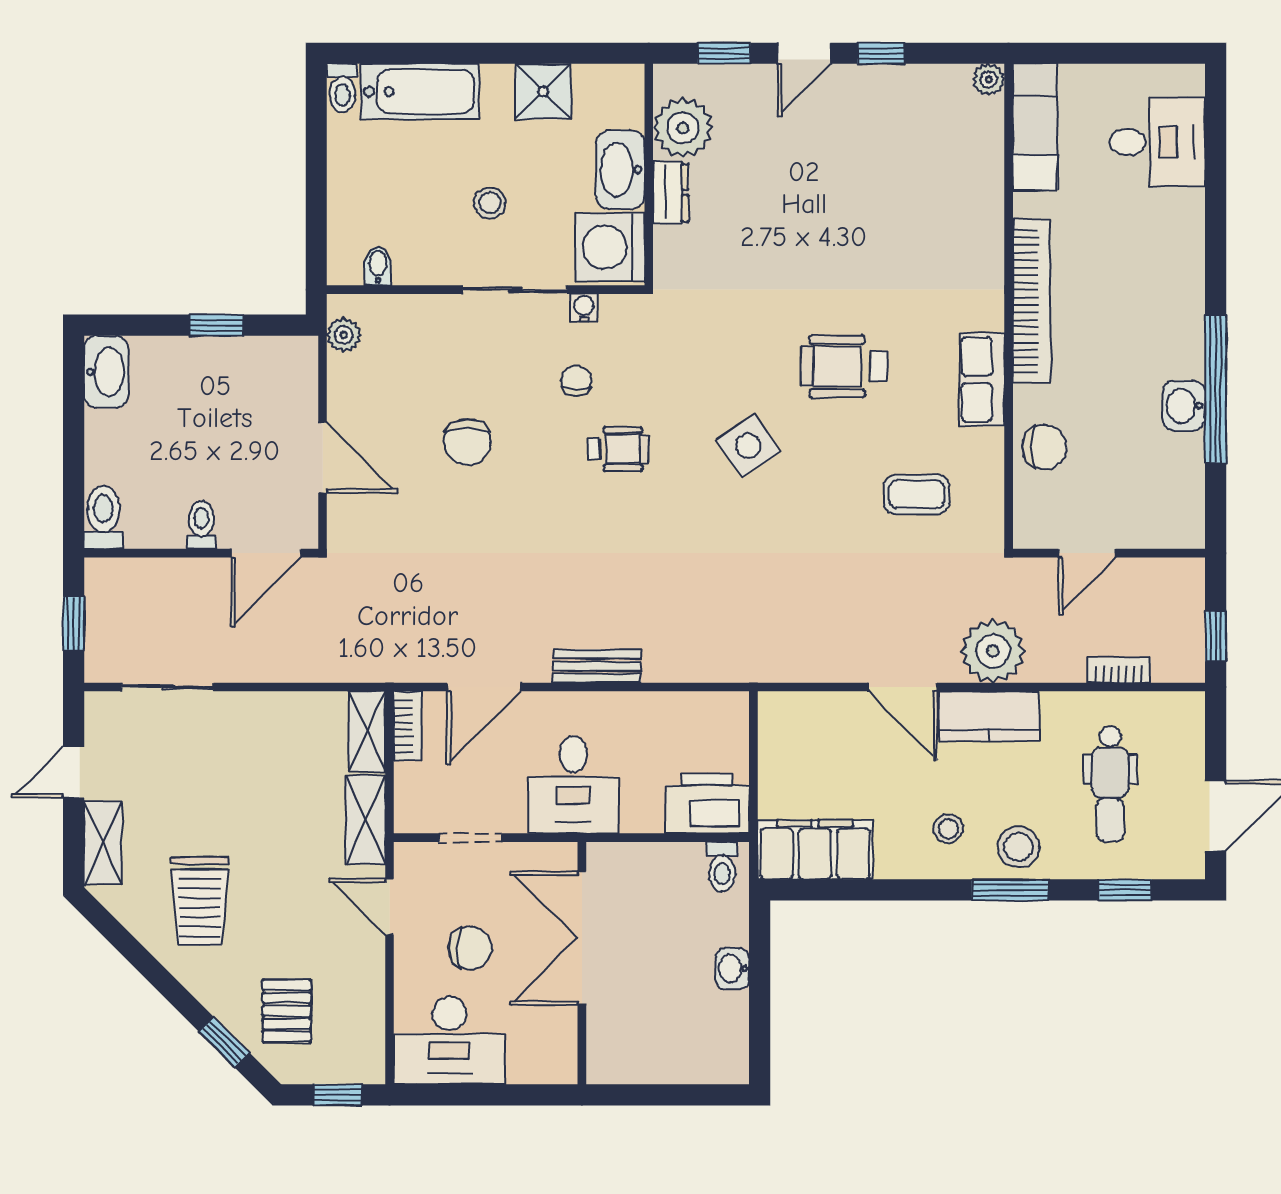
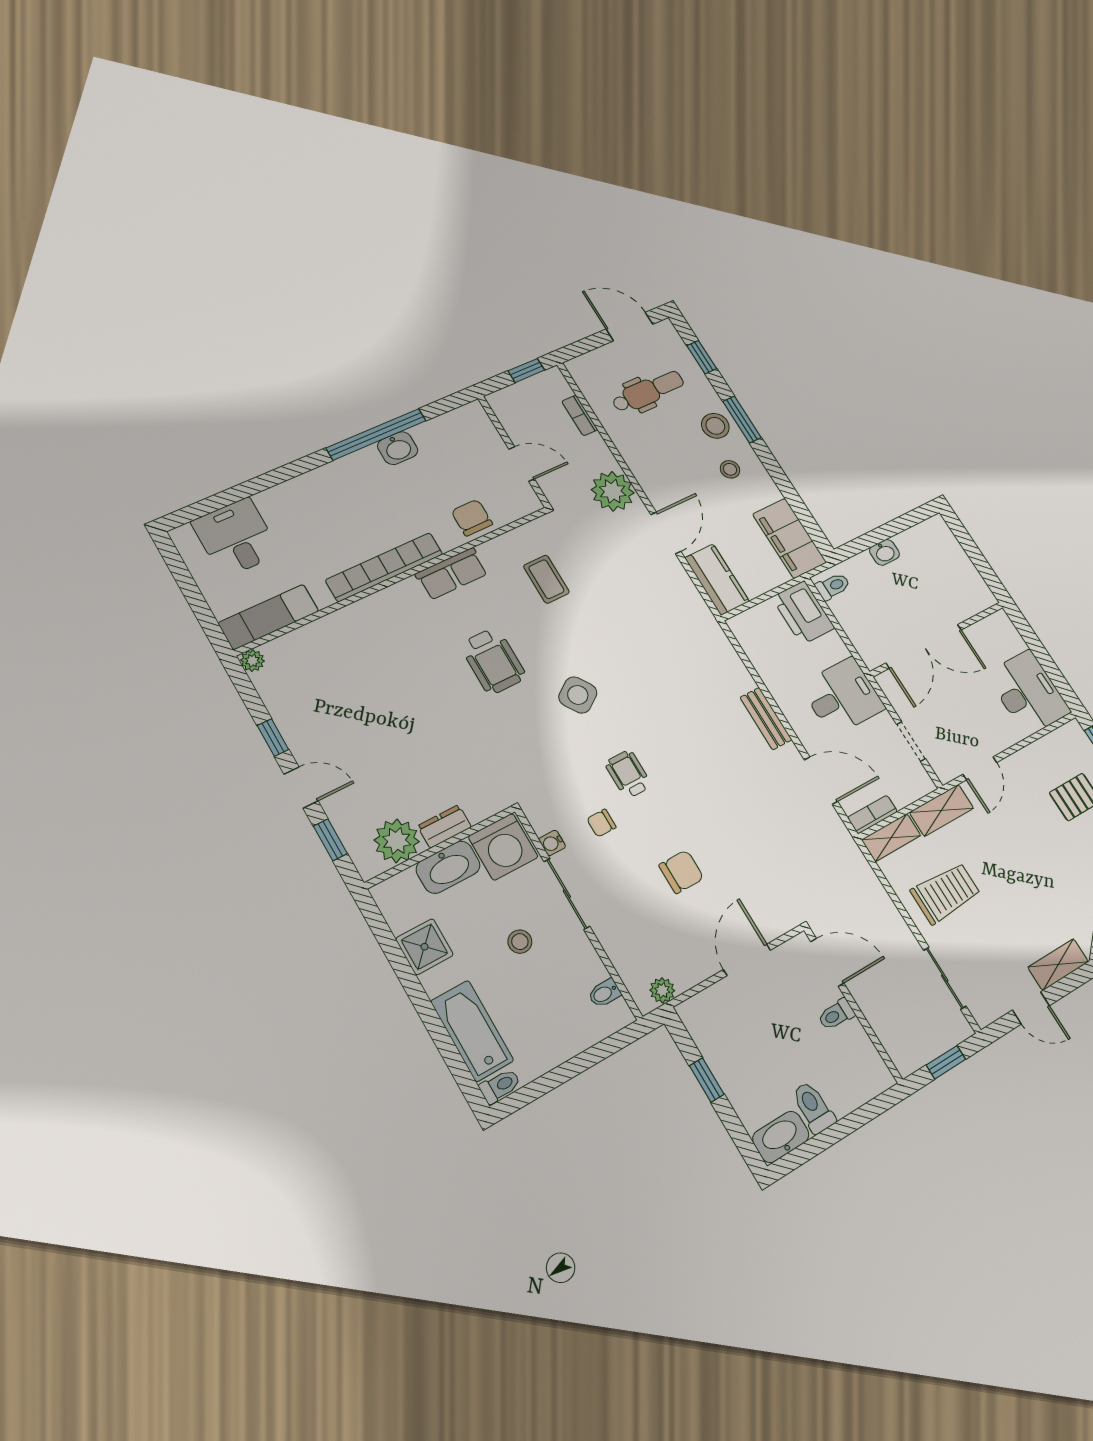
toilet: (103, 517) -> (813, 1107), moved, turned 90
kitchen counter: (989, 716) -> (717, 580), moved
trolley: (200, 901) -> (946, 893), moved
chair: (470, 948) -> (971, 708), removed

